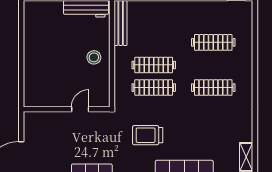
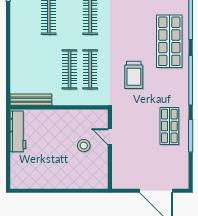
stool: (94, 57) -> (84, 146), moved

